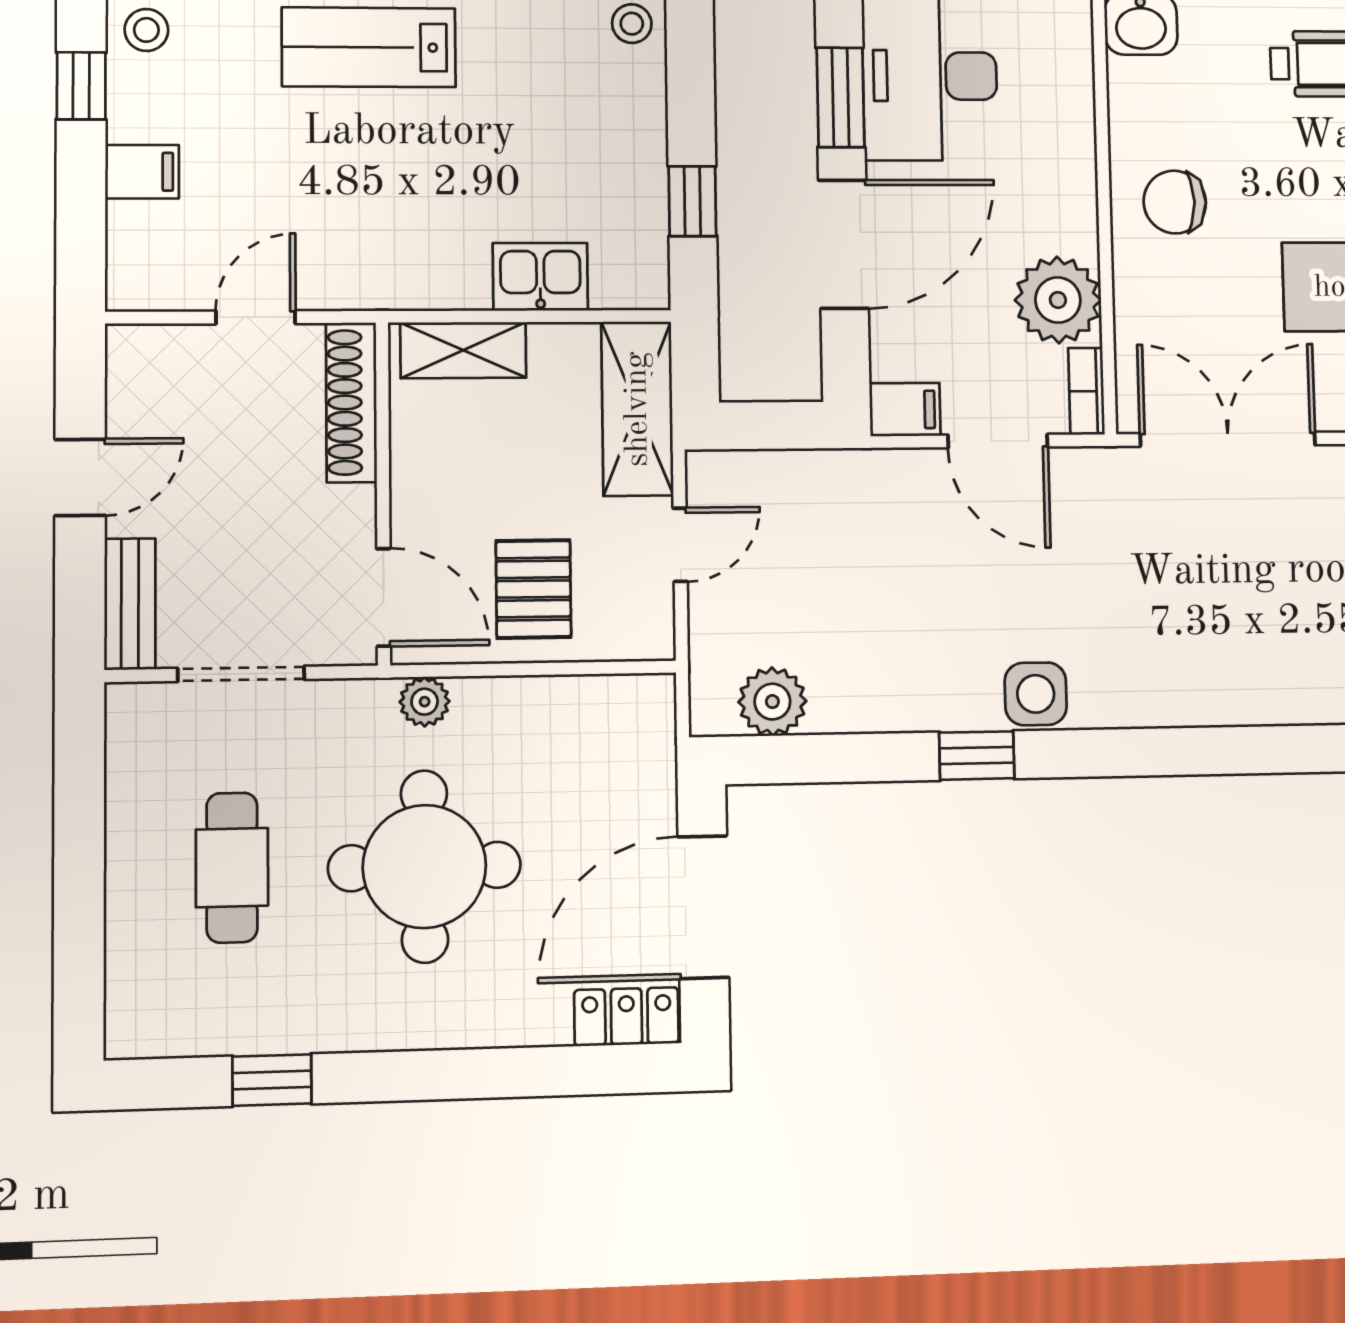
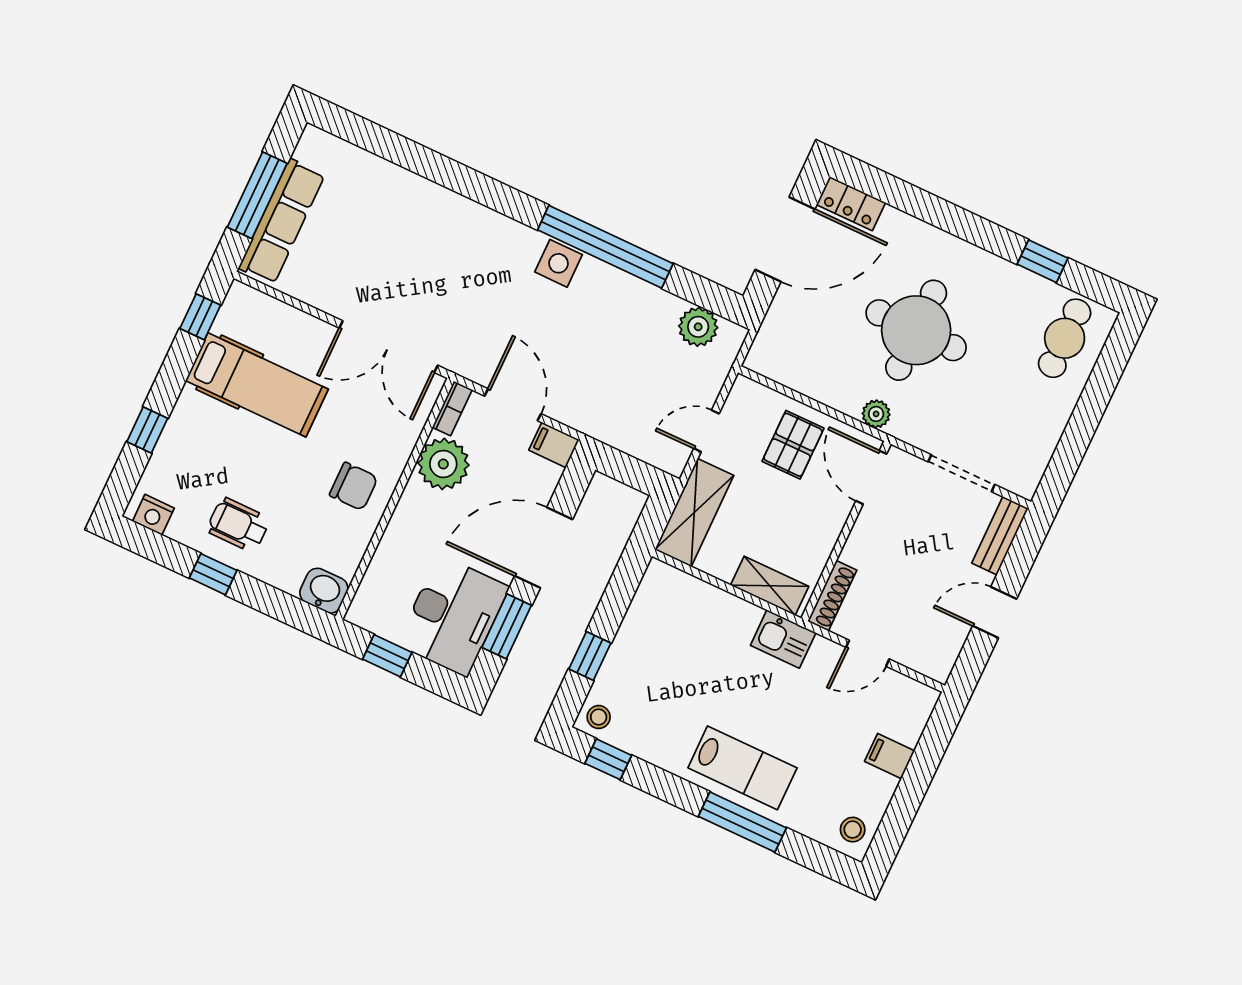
window: (81, 86) -> (900, 815), removed
window: (692, 201) -> (590, 656), moved
kitchen sink: (540, 277) -> (783, 639), moved
shoe rack: (351, 402) -> (832, 596), width x0.74, depth x0.81
window: (977, 756) -> (605, 247), width x3.17
cafe table: (232, 868) -> (1065, 338), moved

